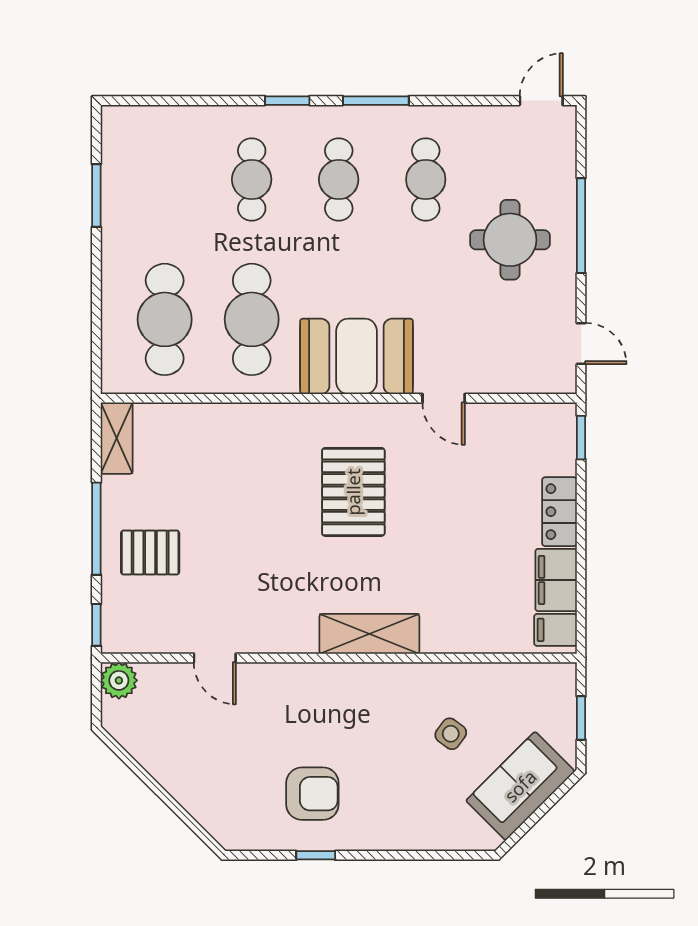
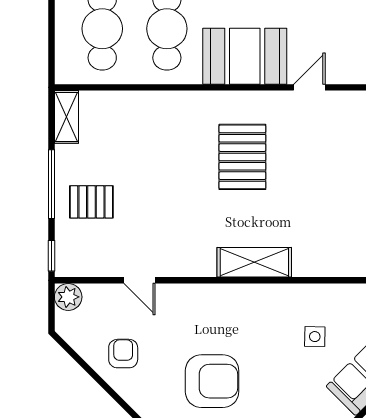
door: (444, 398) -> (309, 87), swing flipped
side table: (451, 734) -> (315, 337), turned -35
armchair: (193, 757) -> (123, 354), added
armchair: (312, 794) -> (212, 381), width x1.36, depth x1.36

